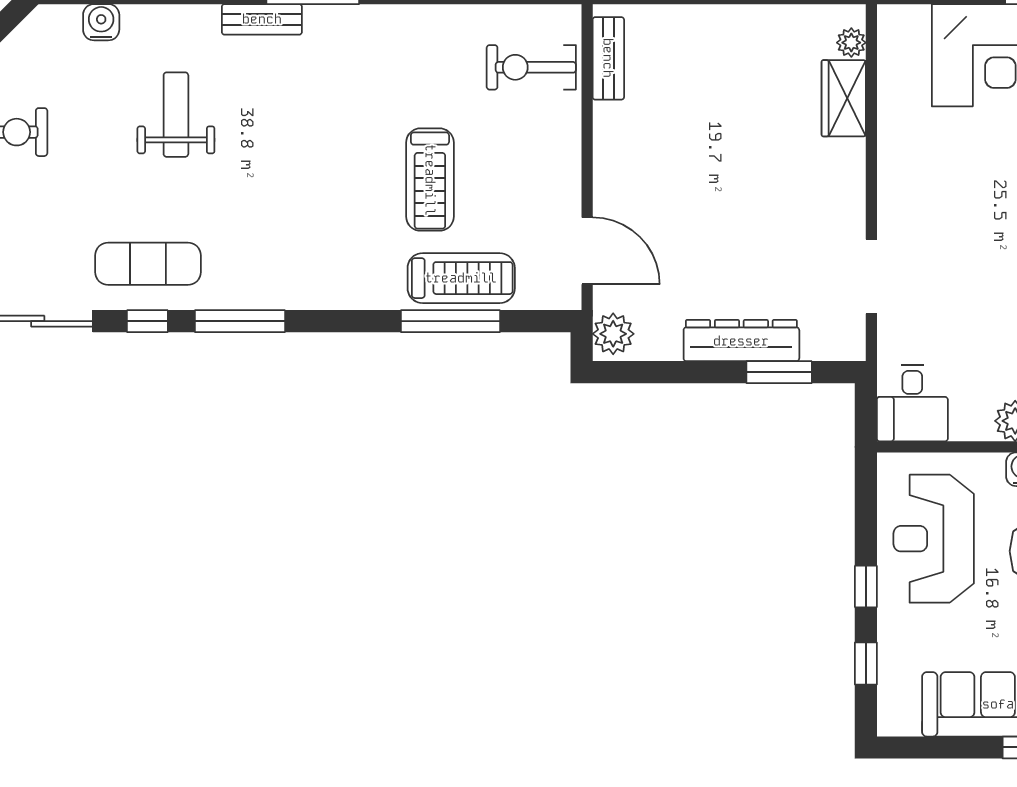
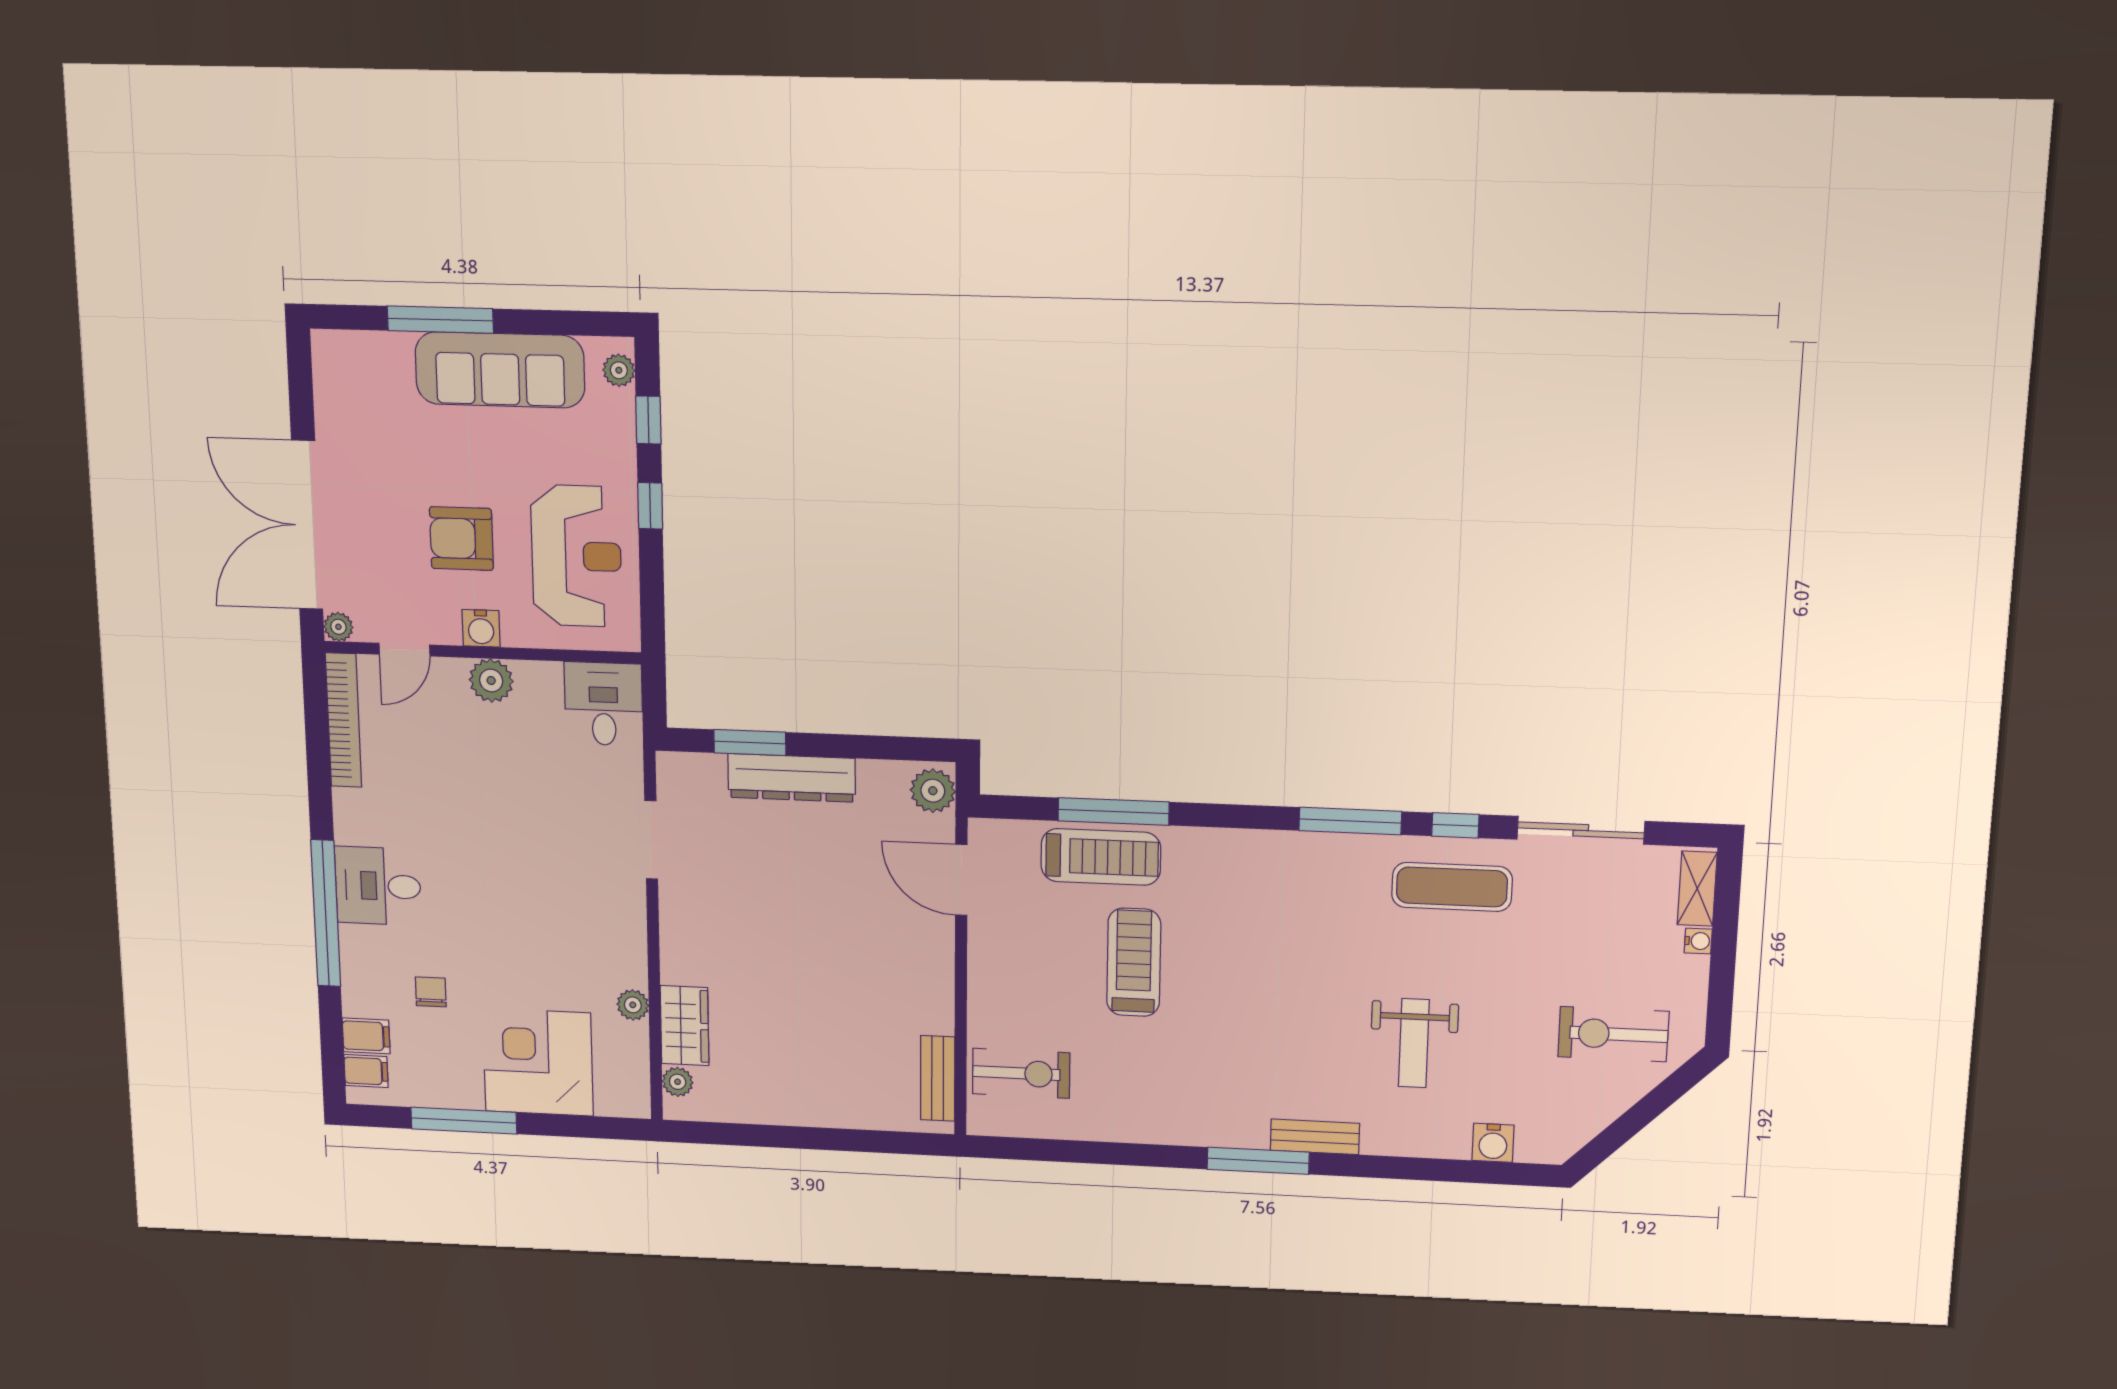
plant: (892, 116) -> (633, 1005), added
treadmill: (461, 278) -> (1101, 857), turned 180
plant: (891, 707) -> (619, 370), added

